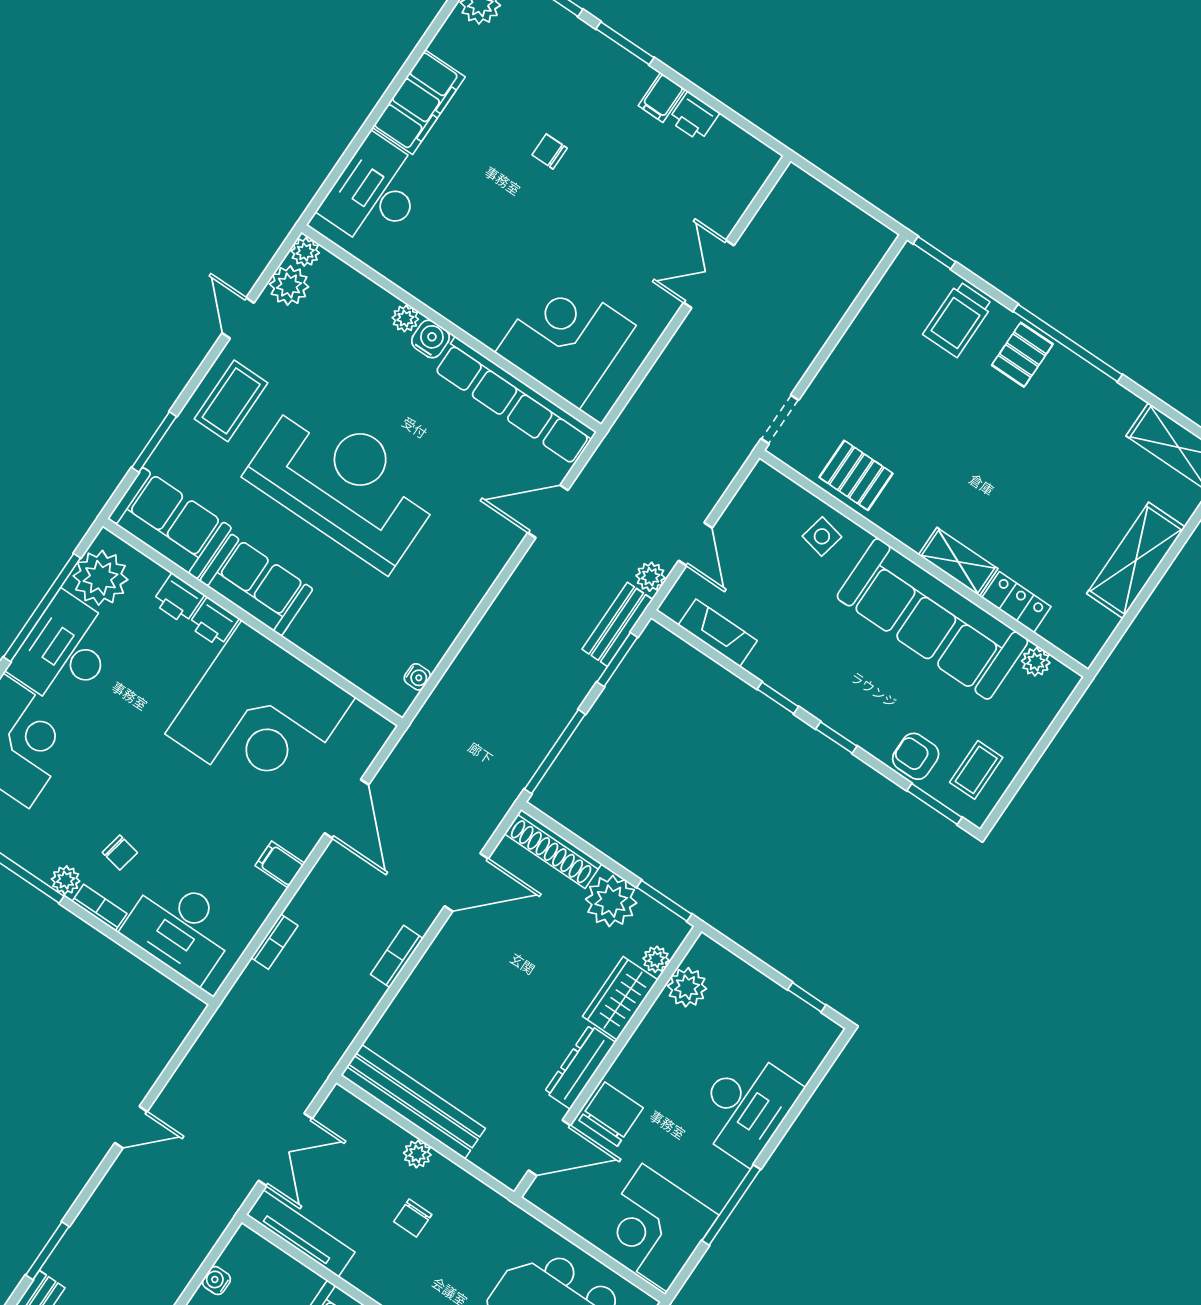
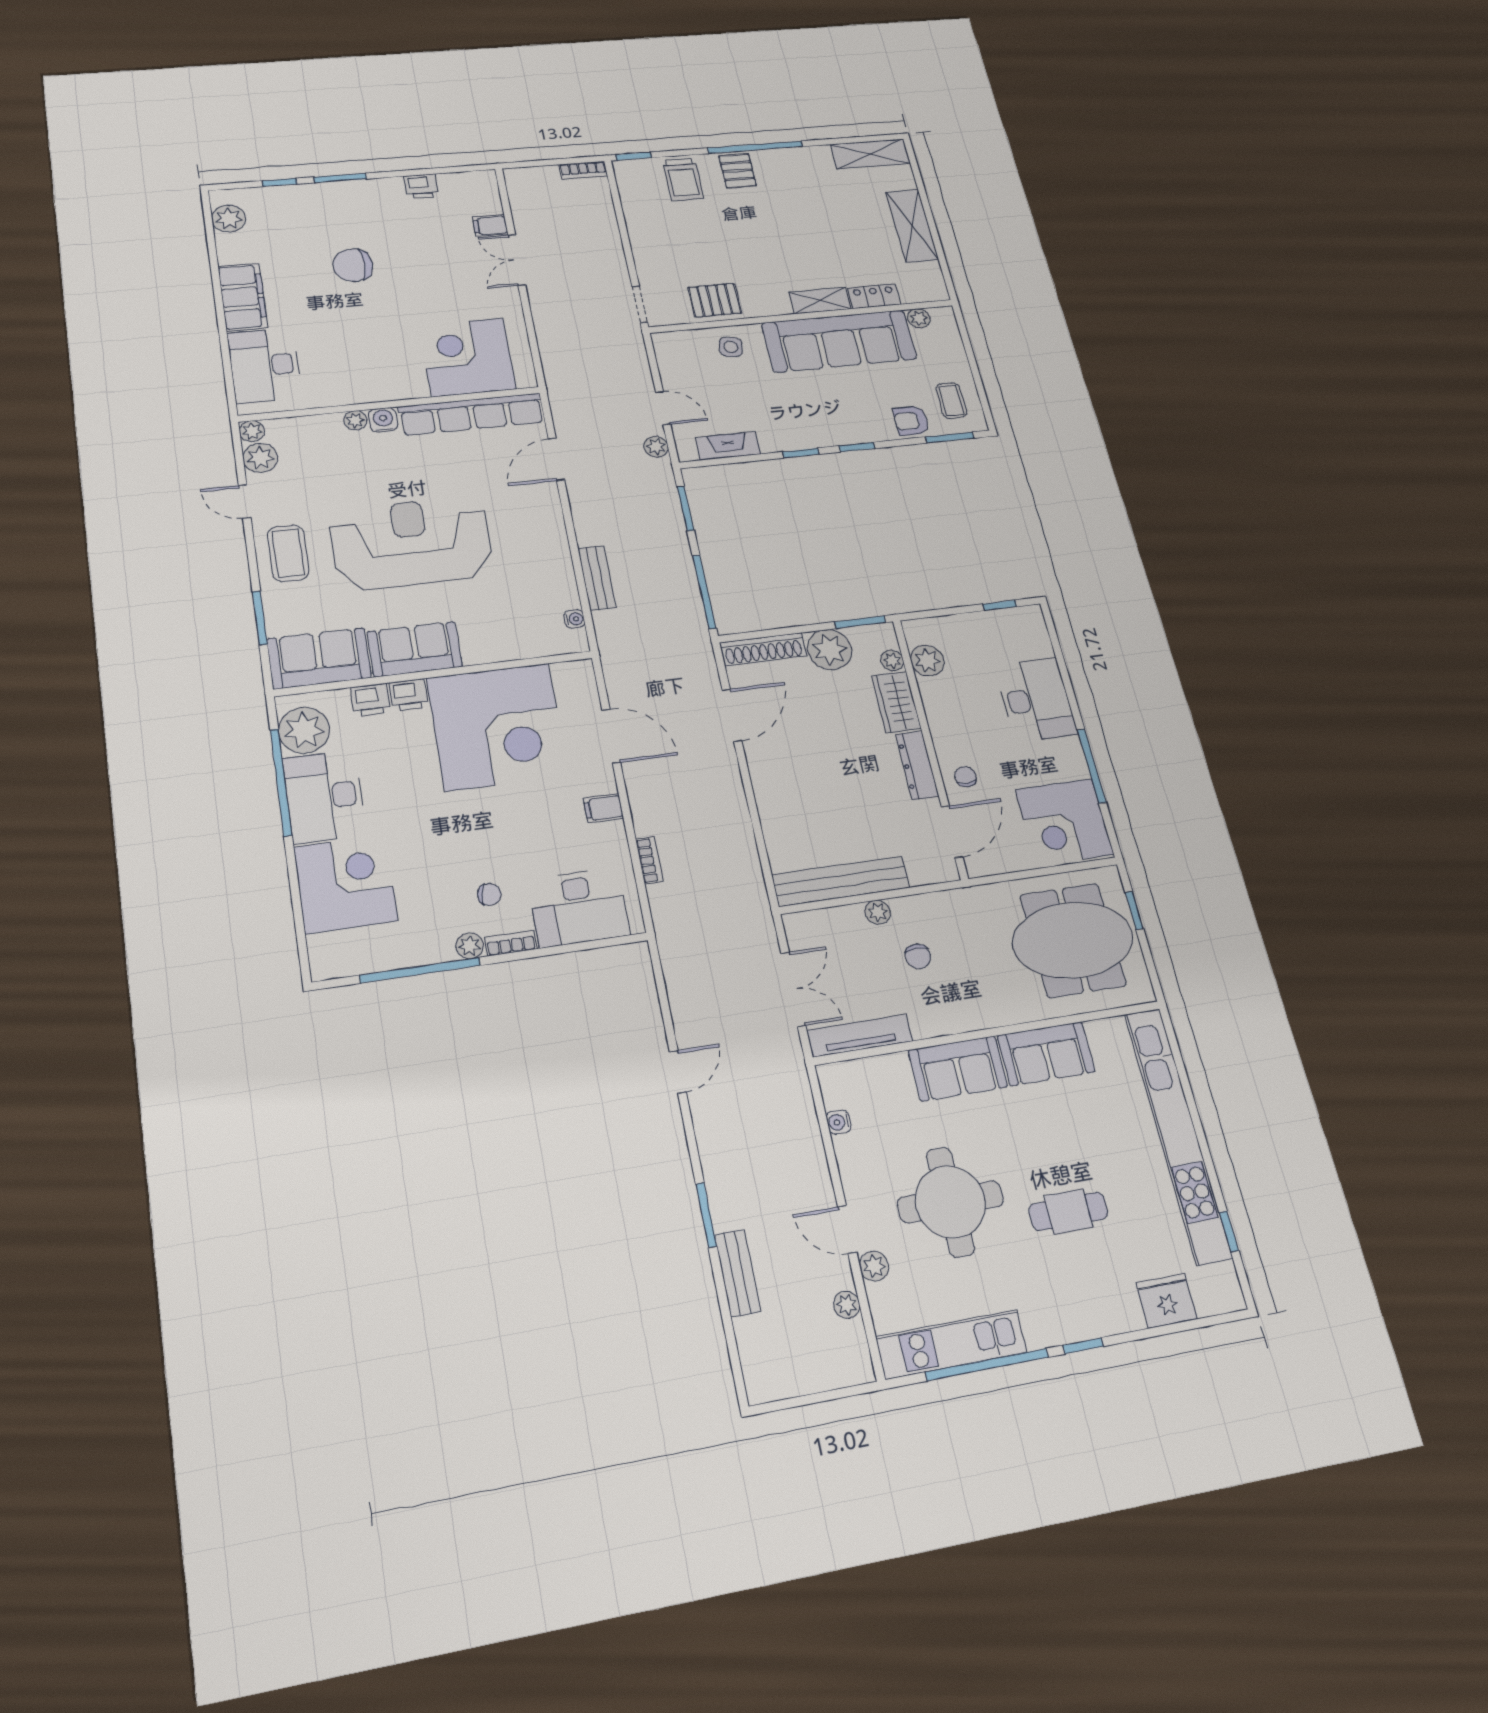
filing cabinet: (662, 97) -> (490, 226), moved, turned 90
chair: (550, 151) -> (353, 265), width x1.87, depth x1.87
bench: (617, 624) -> (597, 578), moved
bookcase: (397, 956) -> (583, 170), moved, turned -90
chair: (611, 1114) -> (965, 777), width x0.54, depth x0.54

